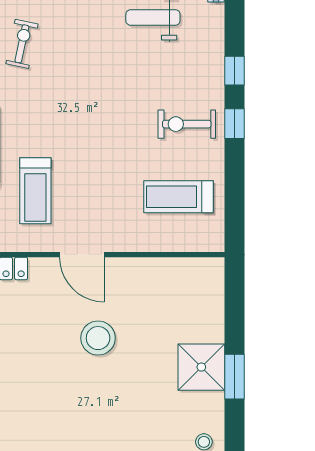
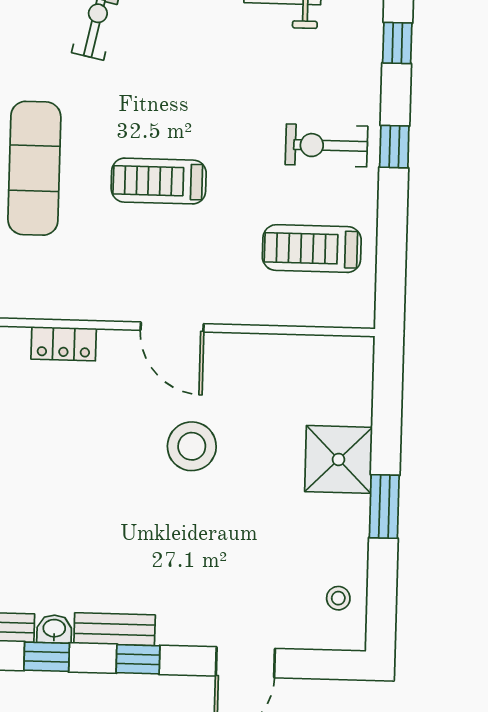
window: (234, 71) -> (397, 43), moved
treadmill: (35, 191) -> (159, 181), moved, turned 90
shower: (201, 367) -> (339, 459), moved

